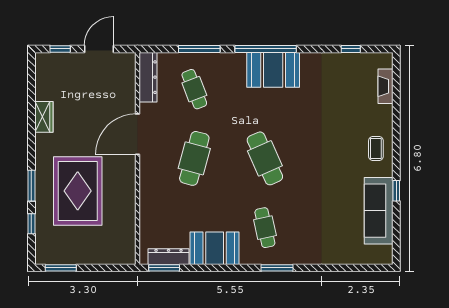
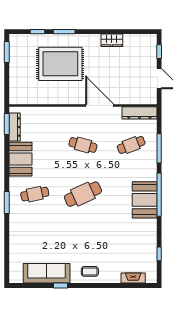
cafe table: (194, 158) -> (83, 145), width x0.73, depth x0.74

